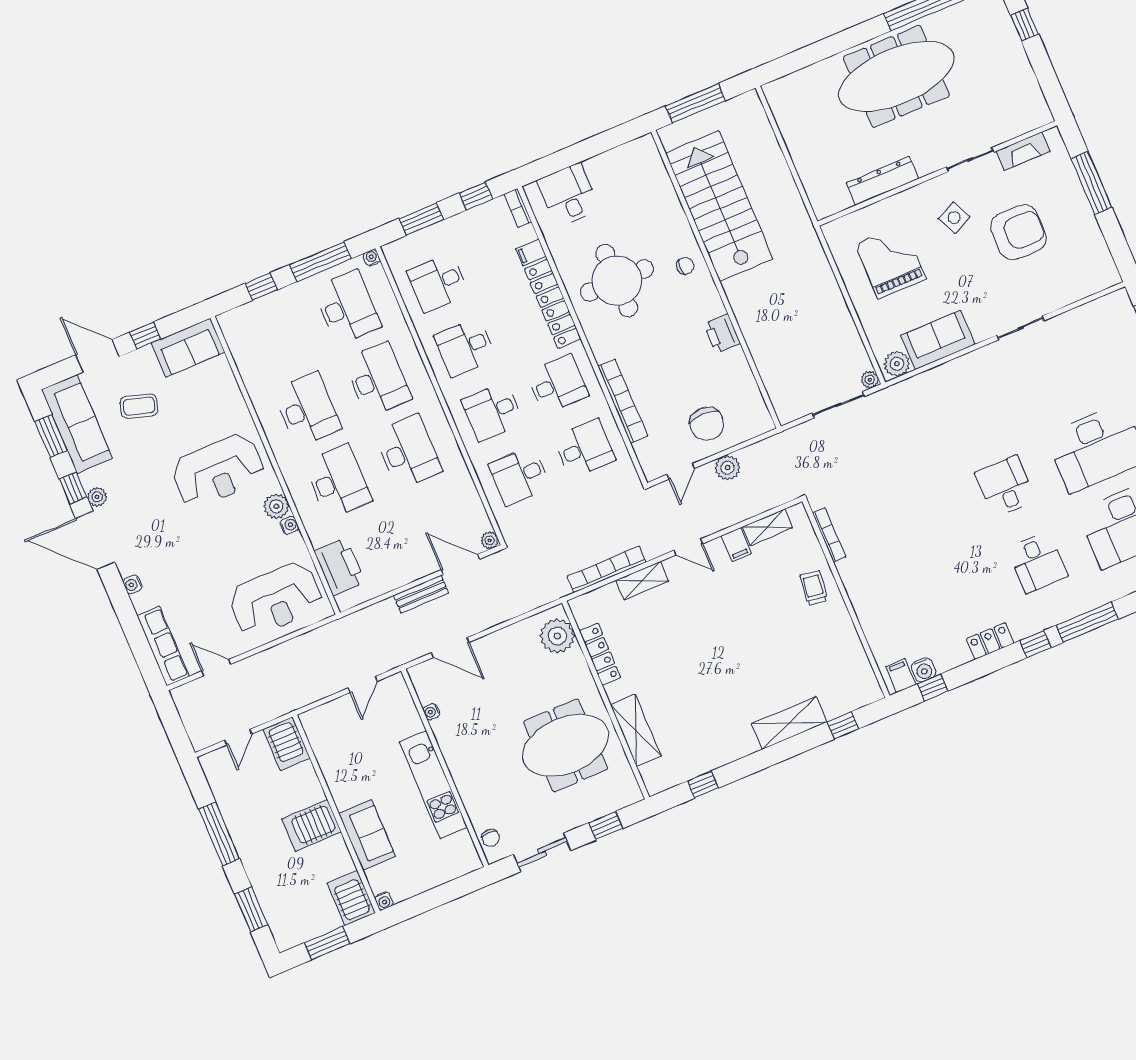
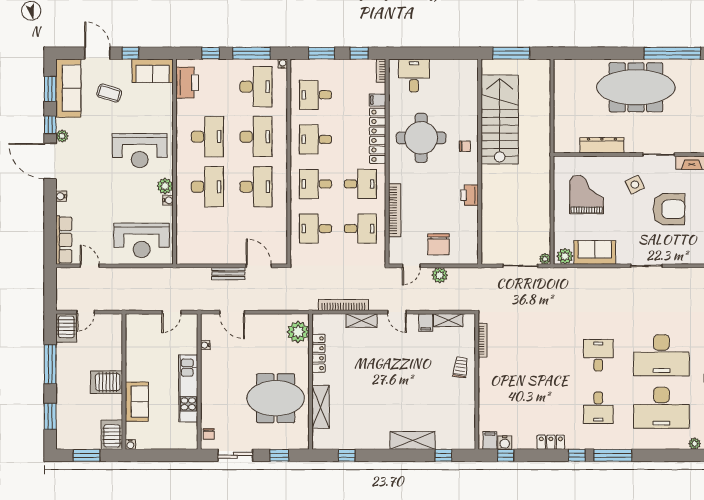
plant: (490, 540) -> (282, 259), removed
printer: (340, 567) -> (187, 83), moved
server rack: (287, 744) -> (66, 328), moved

